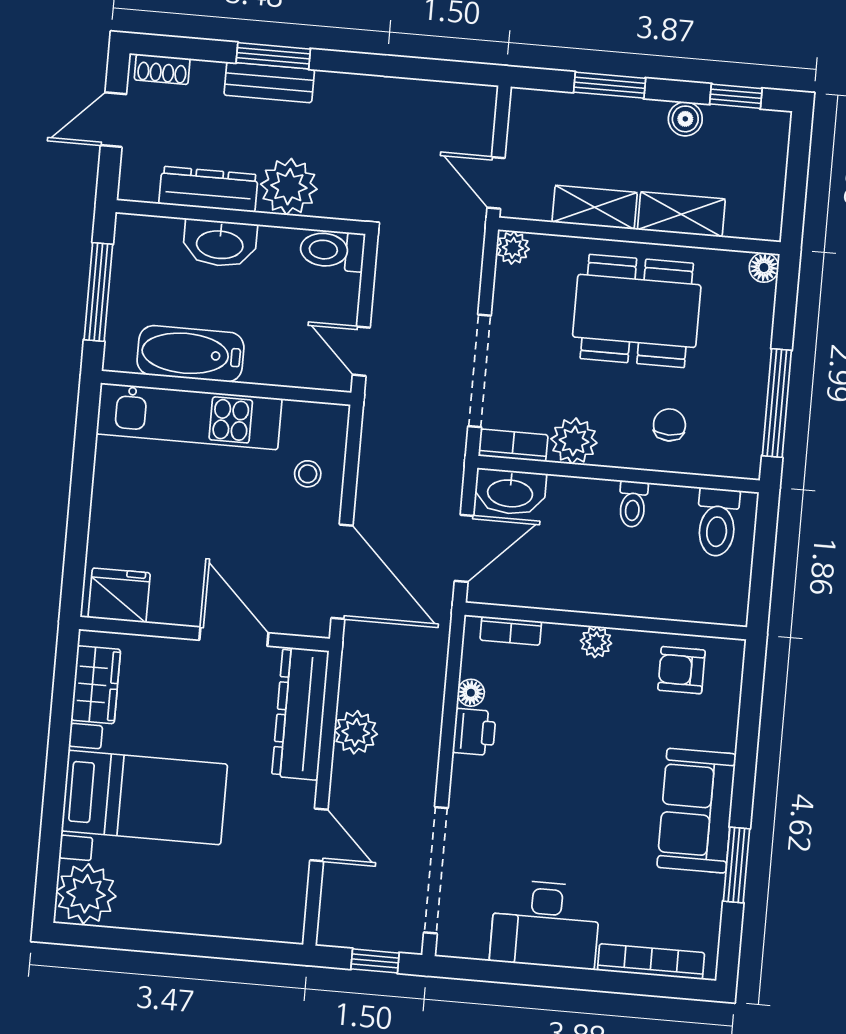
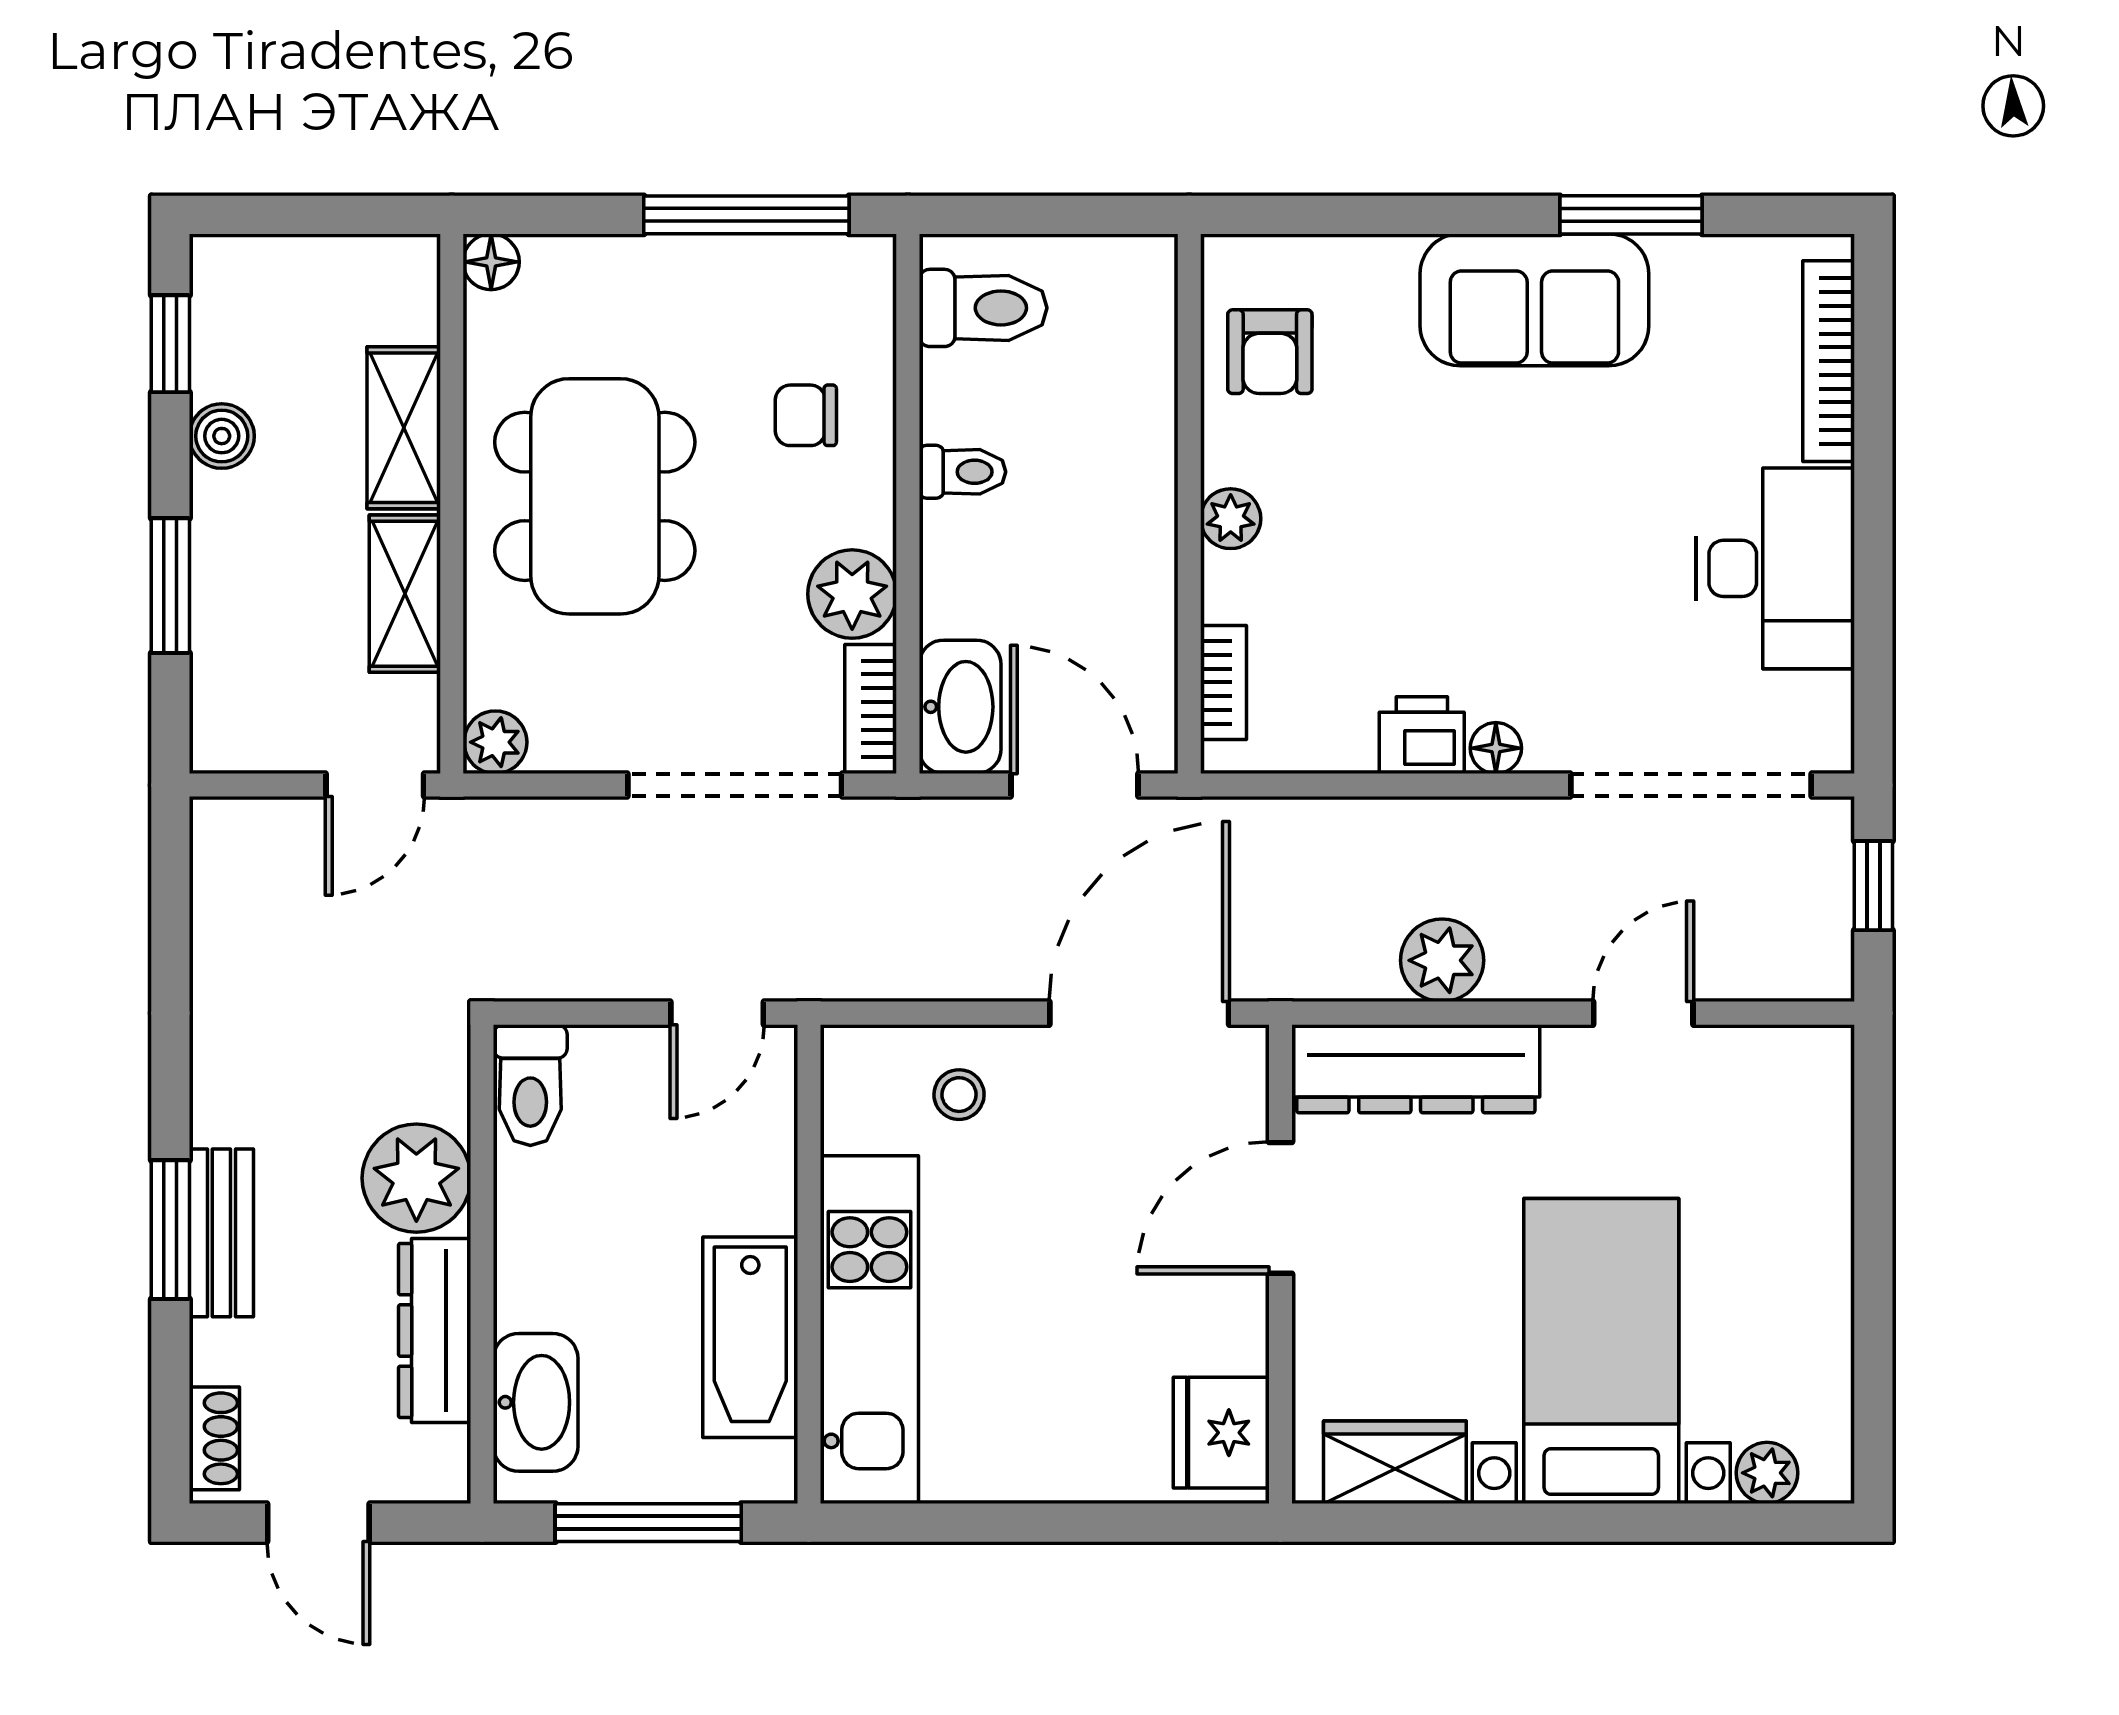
washbasin: (220, 243) -> (536, 1402), moved
floor lamp: (471, 693) -> (1496, 748), moved
plant: (86, 894) -> (1767, 1473), width x0.53, depth x0.53

